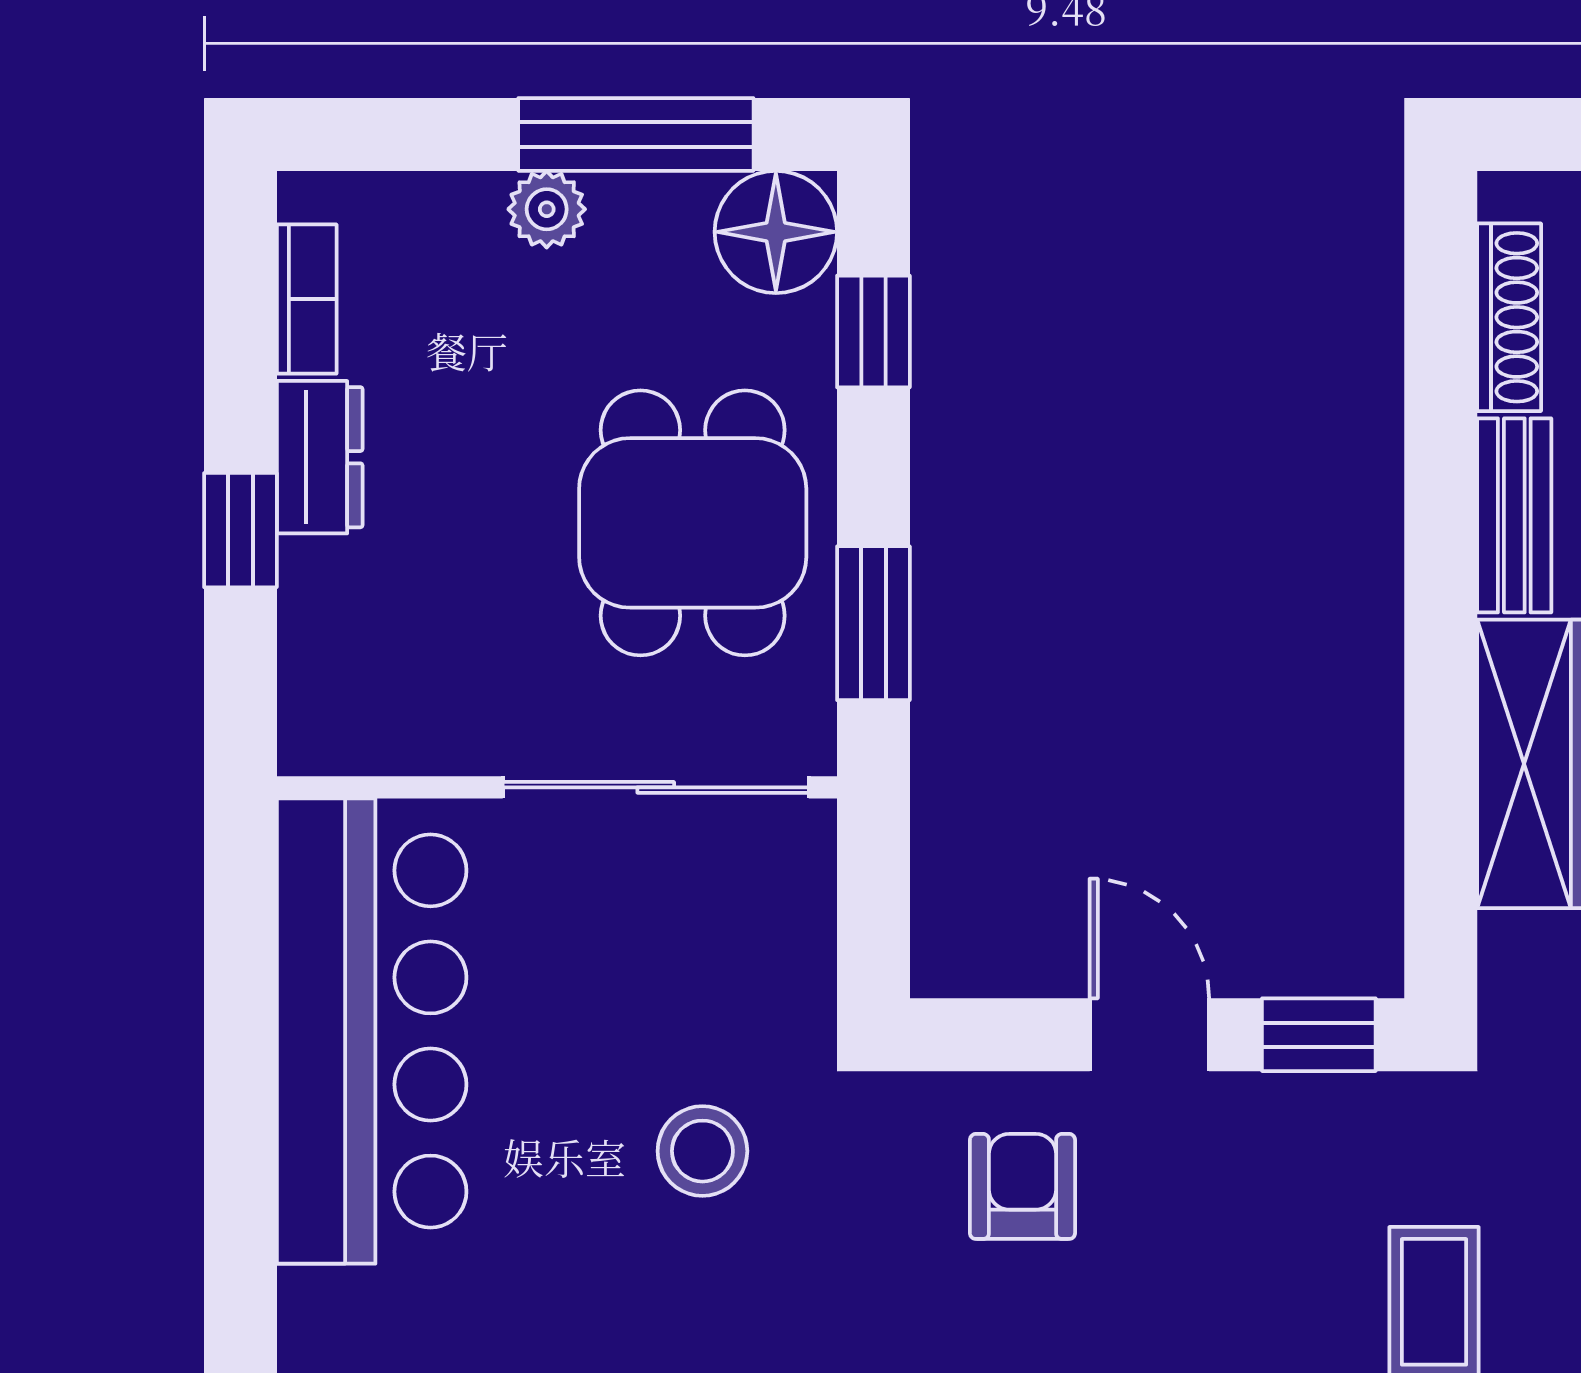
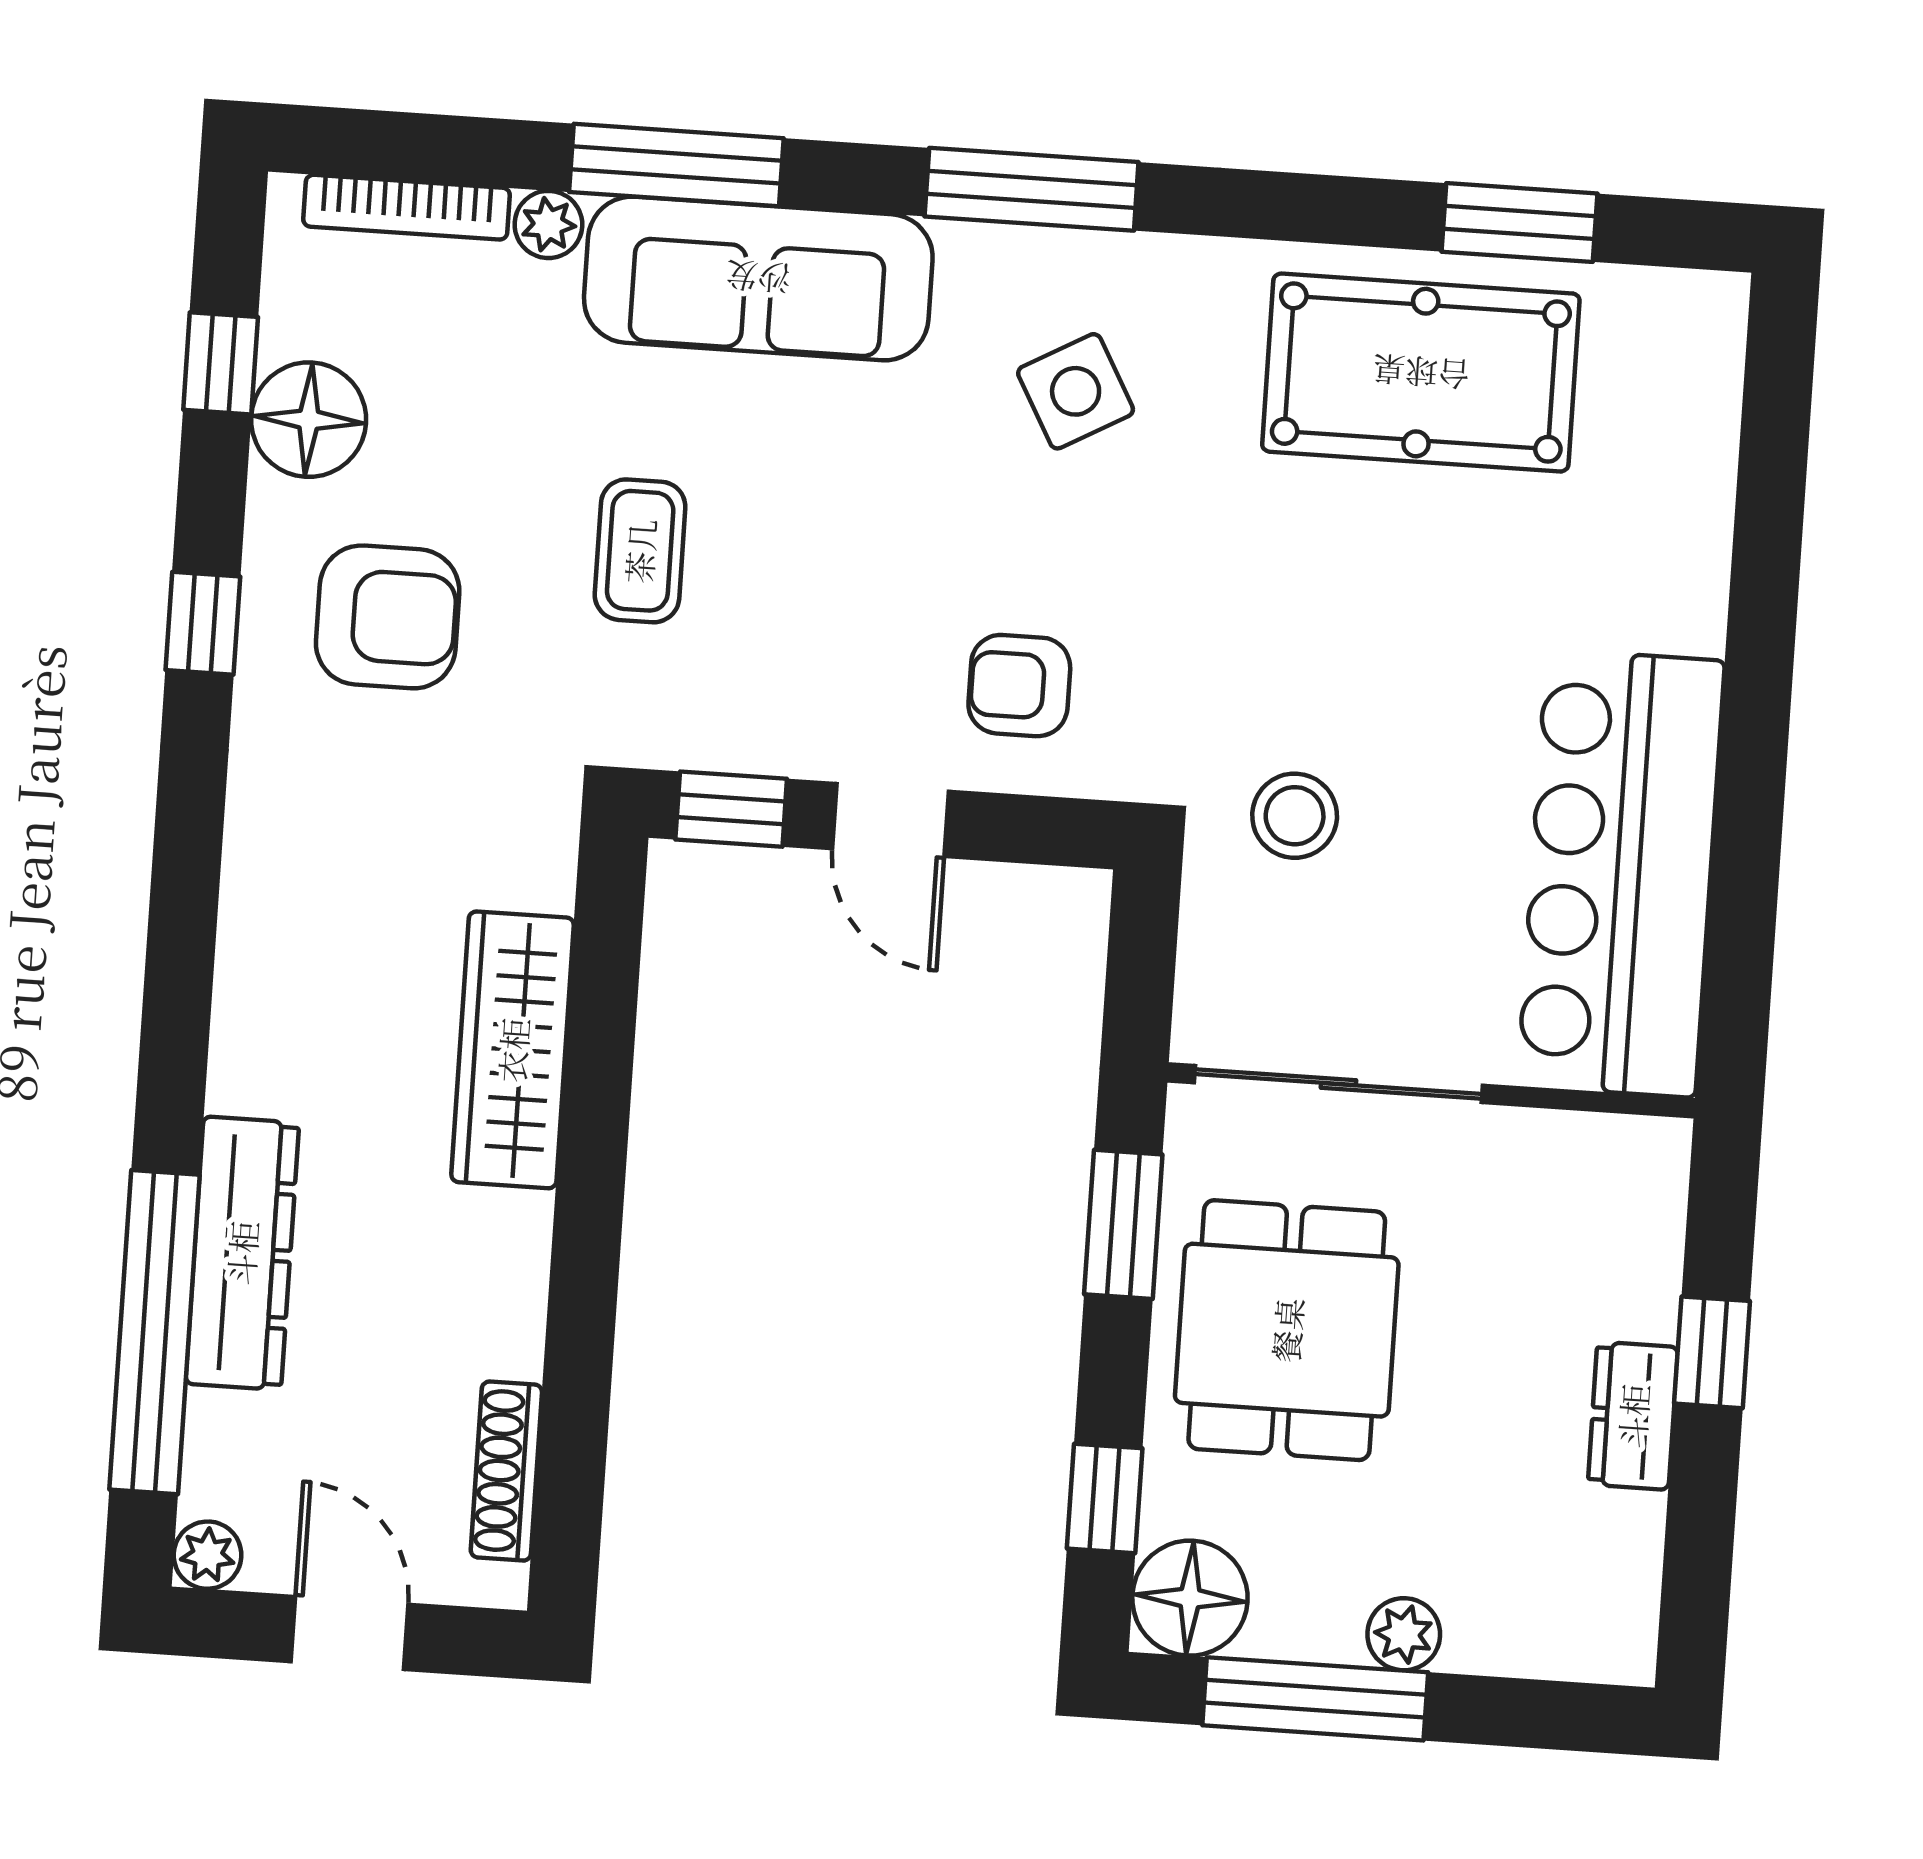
bookcase: (307, 299) -> (1635, 1565), removed
bench: (1514, 515) -> (514, 1285), removed
stool: (702, 1151) -> (1295, 816), moved
armchair: (1022, 1186) -> (1019, 686), turned 90

